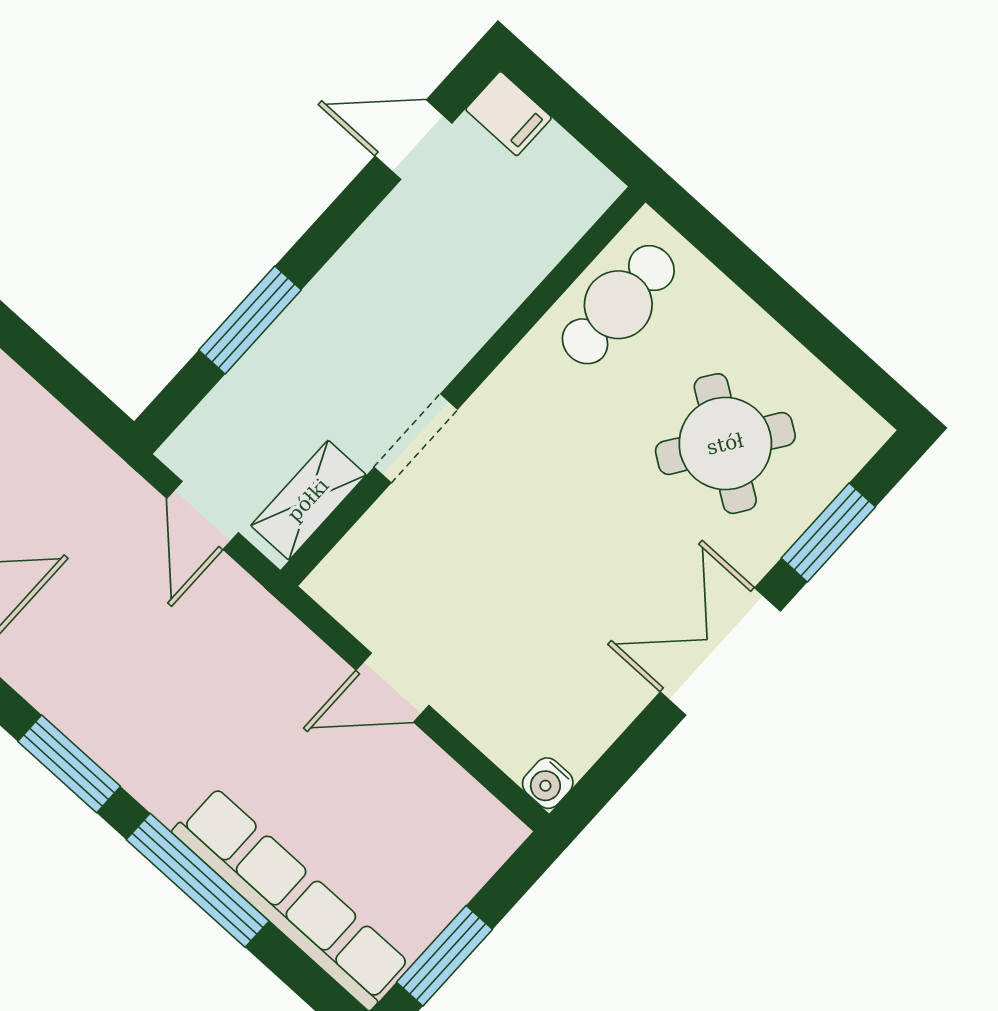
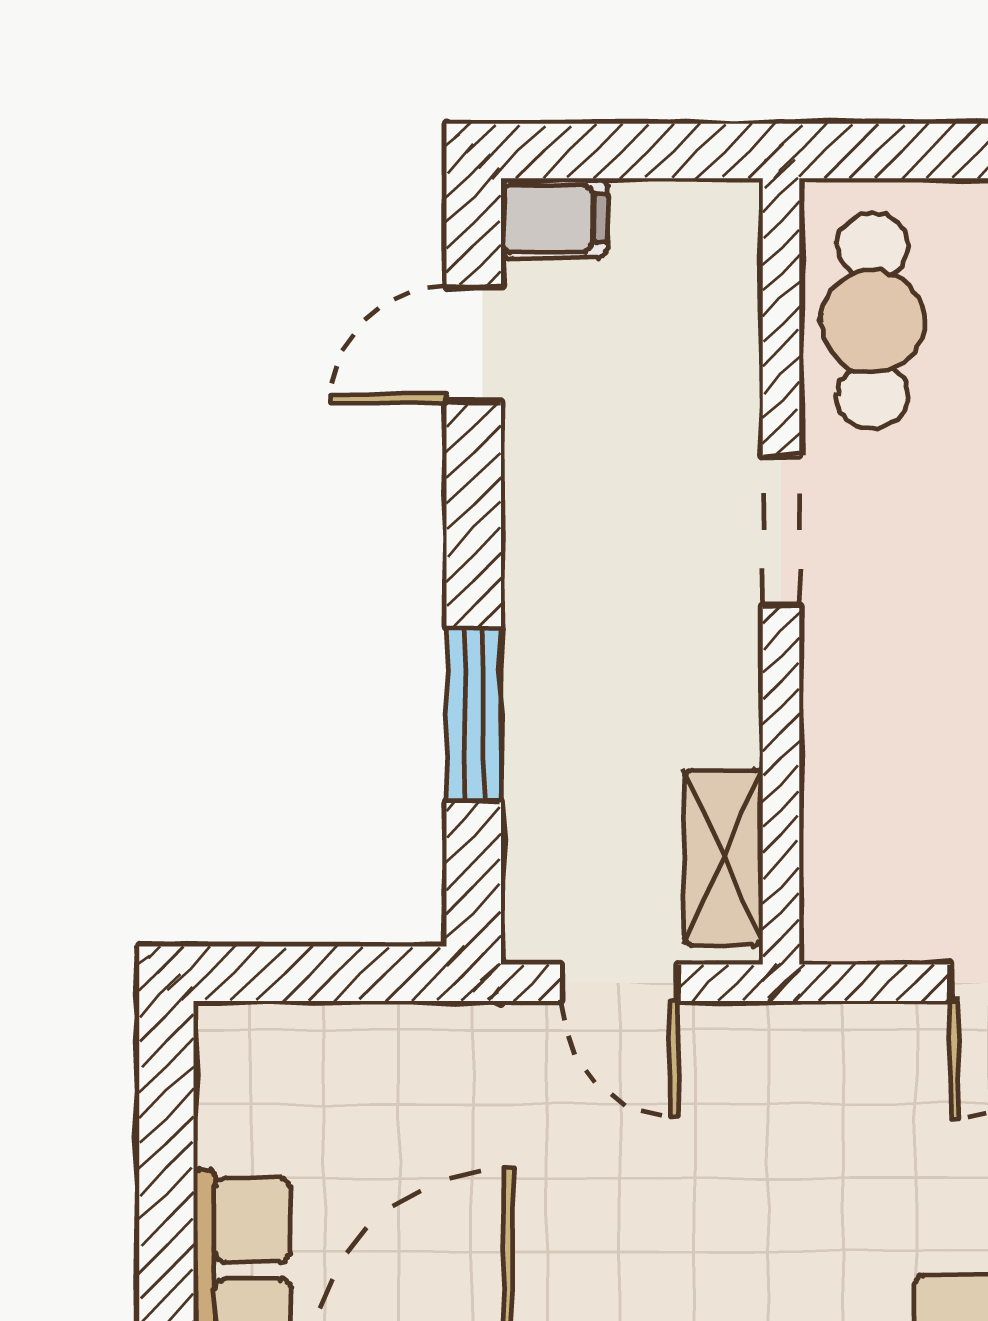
doorway: (416, 438) -> (781, 531), moved

